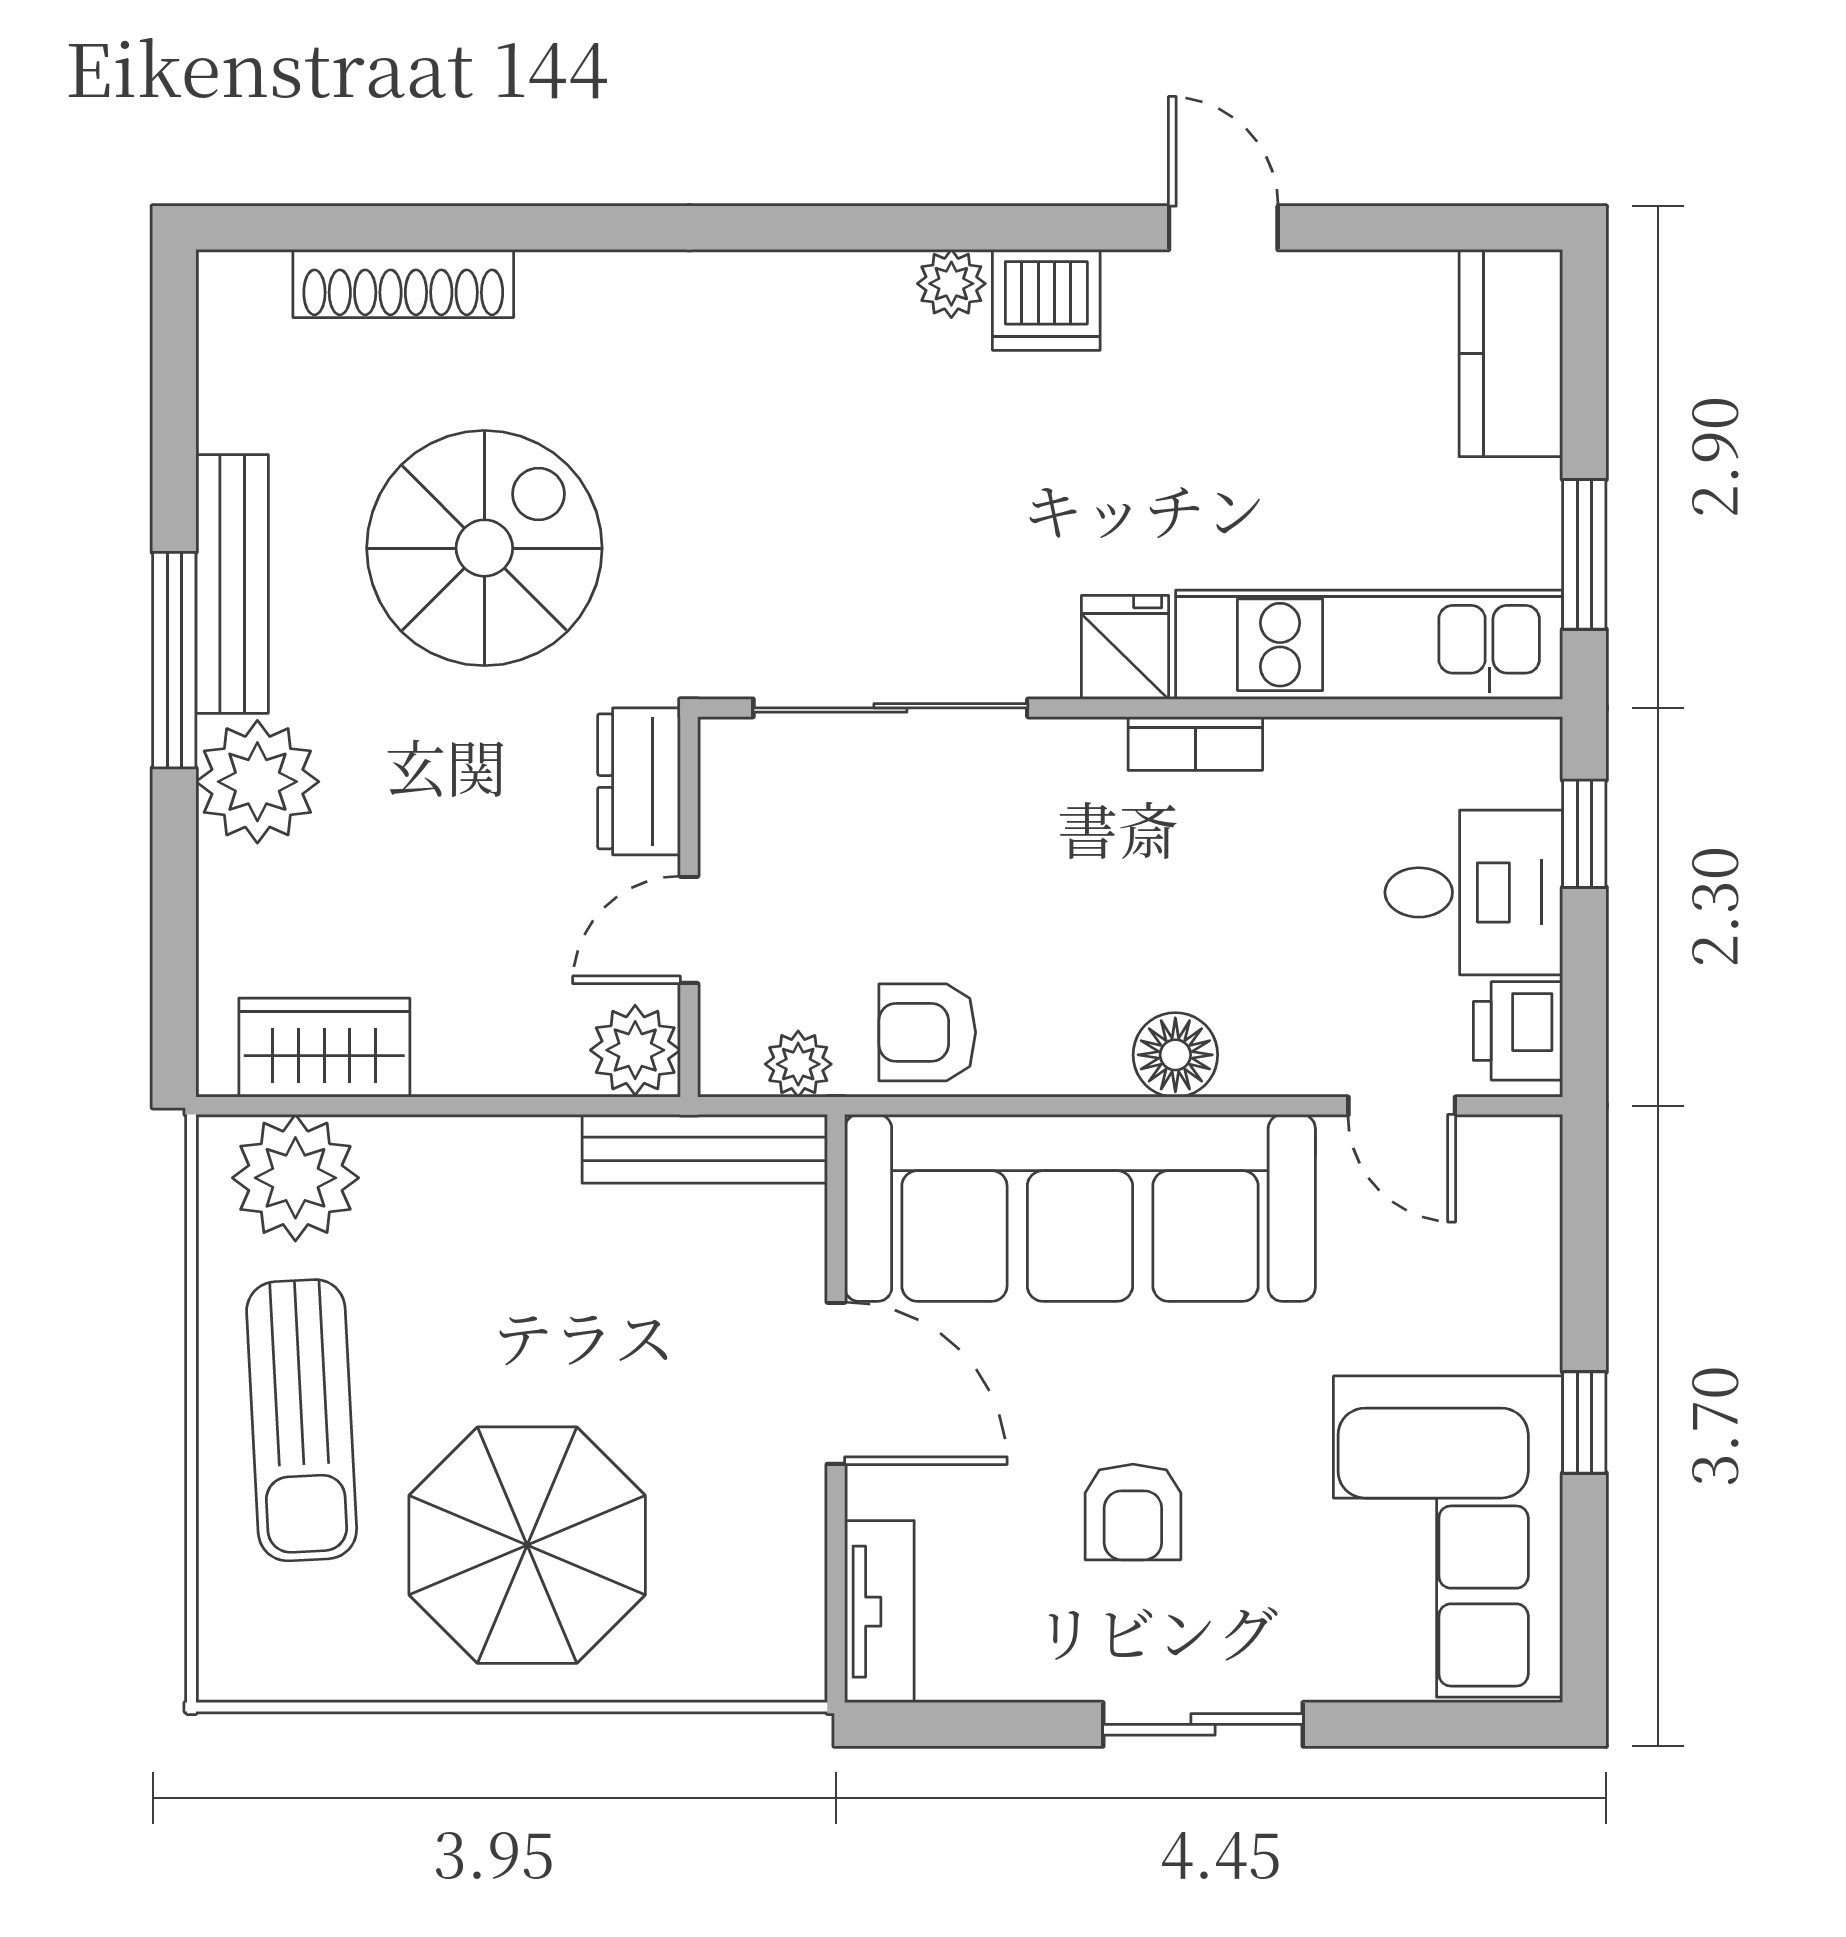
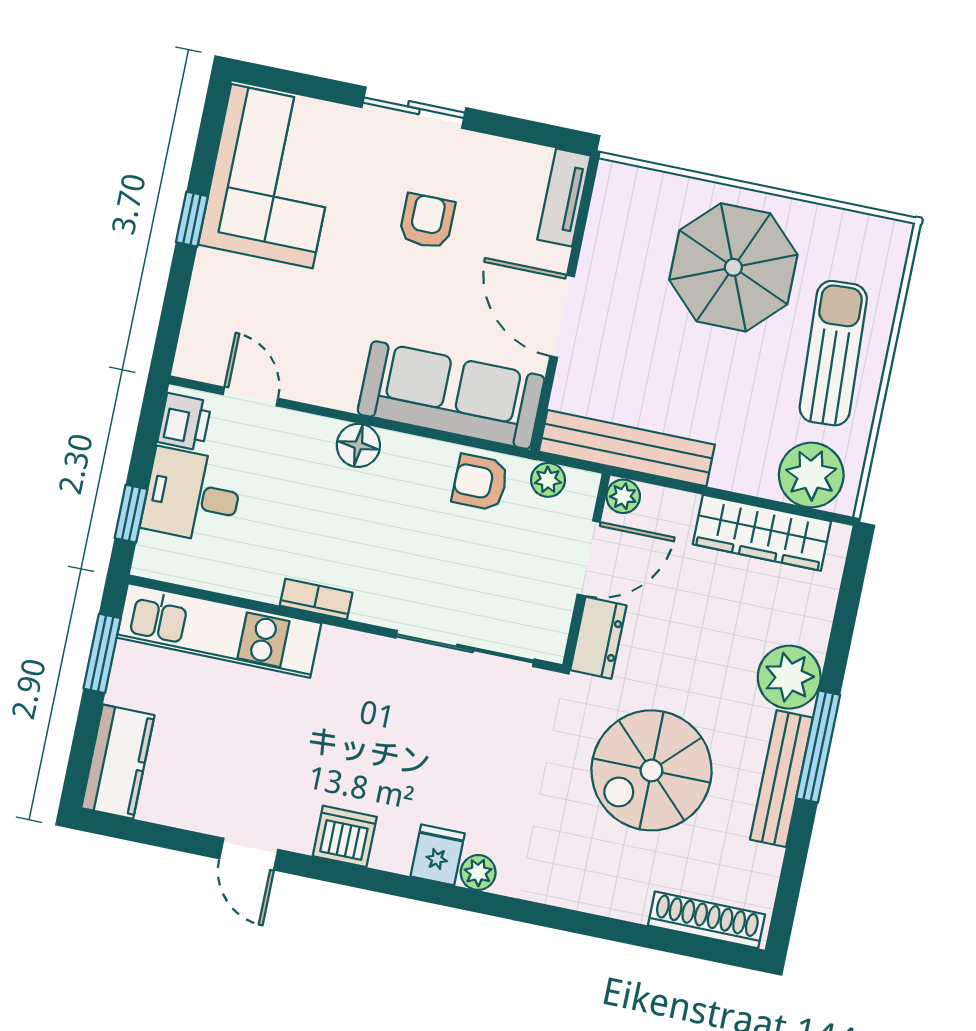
shoe rack: (403, 283) -> (707, 920), moved
plant: (951, 284) -> (478, 873), moved
fridge: (1125, 647) -> (438, 855), moved, turned 180
door: (689, 930) -> (589, 558), width x1.38
armchair: (927, 1032) -> (480, 482), turned 180
wardrobe: (324, 1048) -> (762, 533), width x1.50
plant: (635, 1050) -> (623, 496), width x0.73, depth x0.73
bench: (705, 1149) -> (627, 448), width x1.37, depth x1.21
sofa: (1080, 1208) -> (451, 395), width x0.74, depth x0.79

